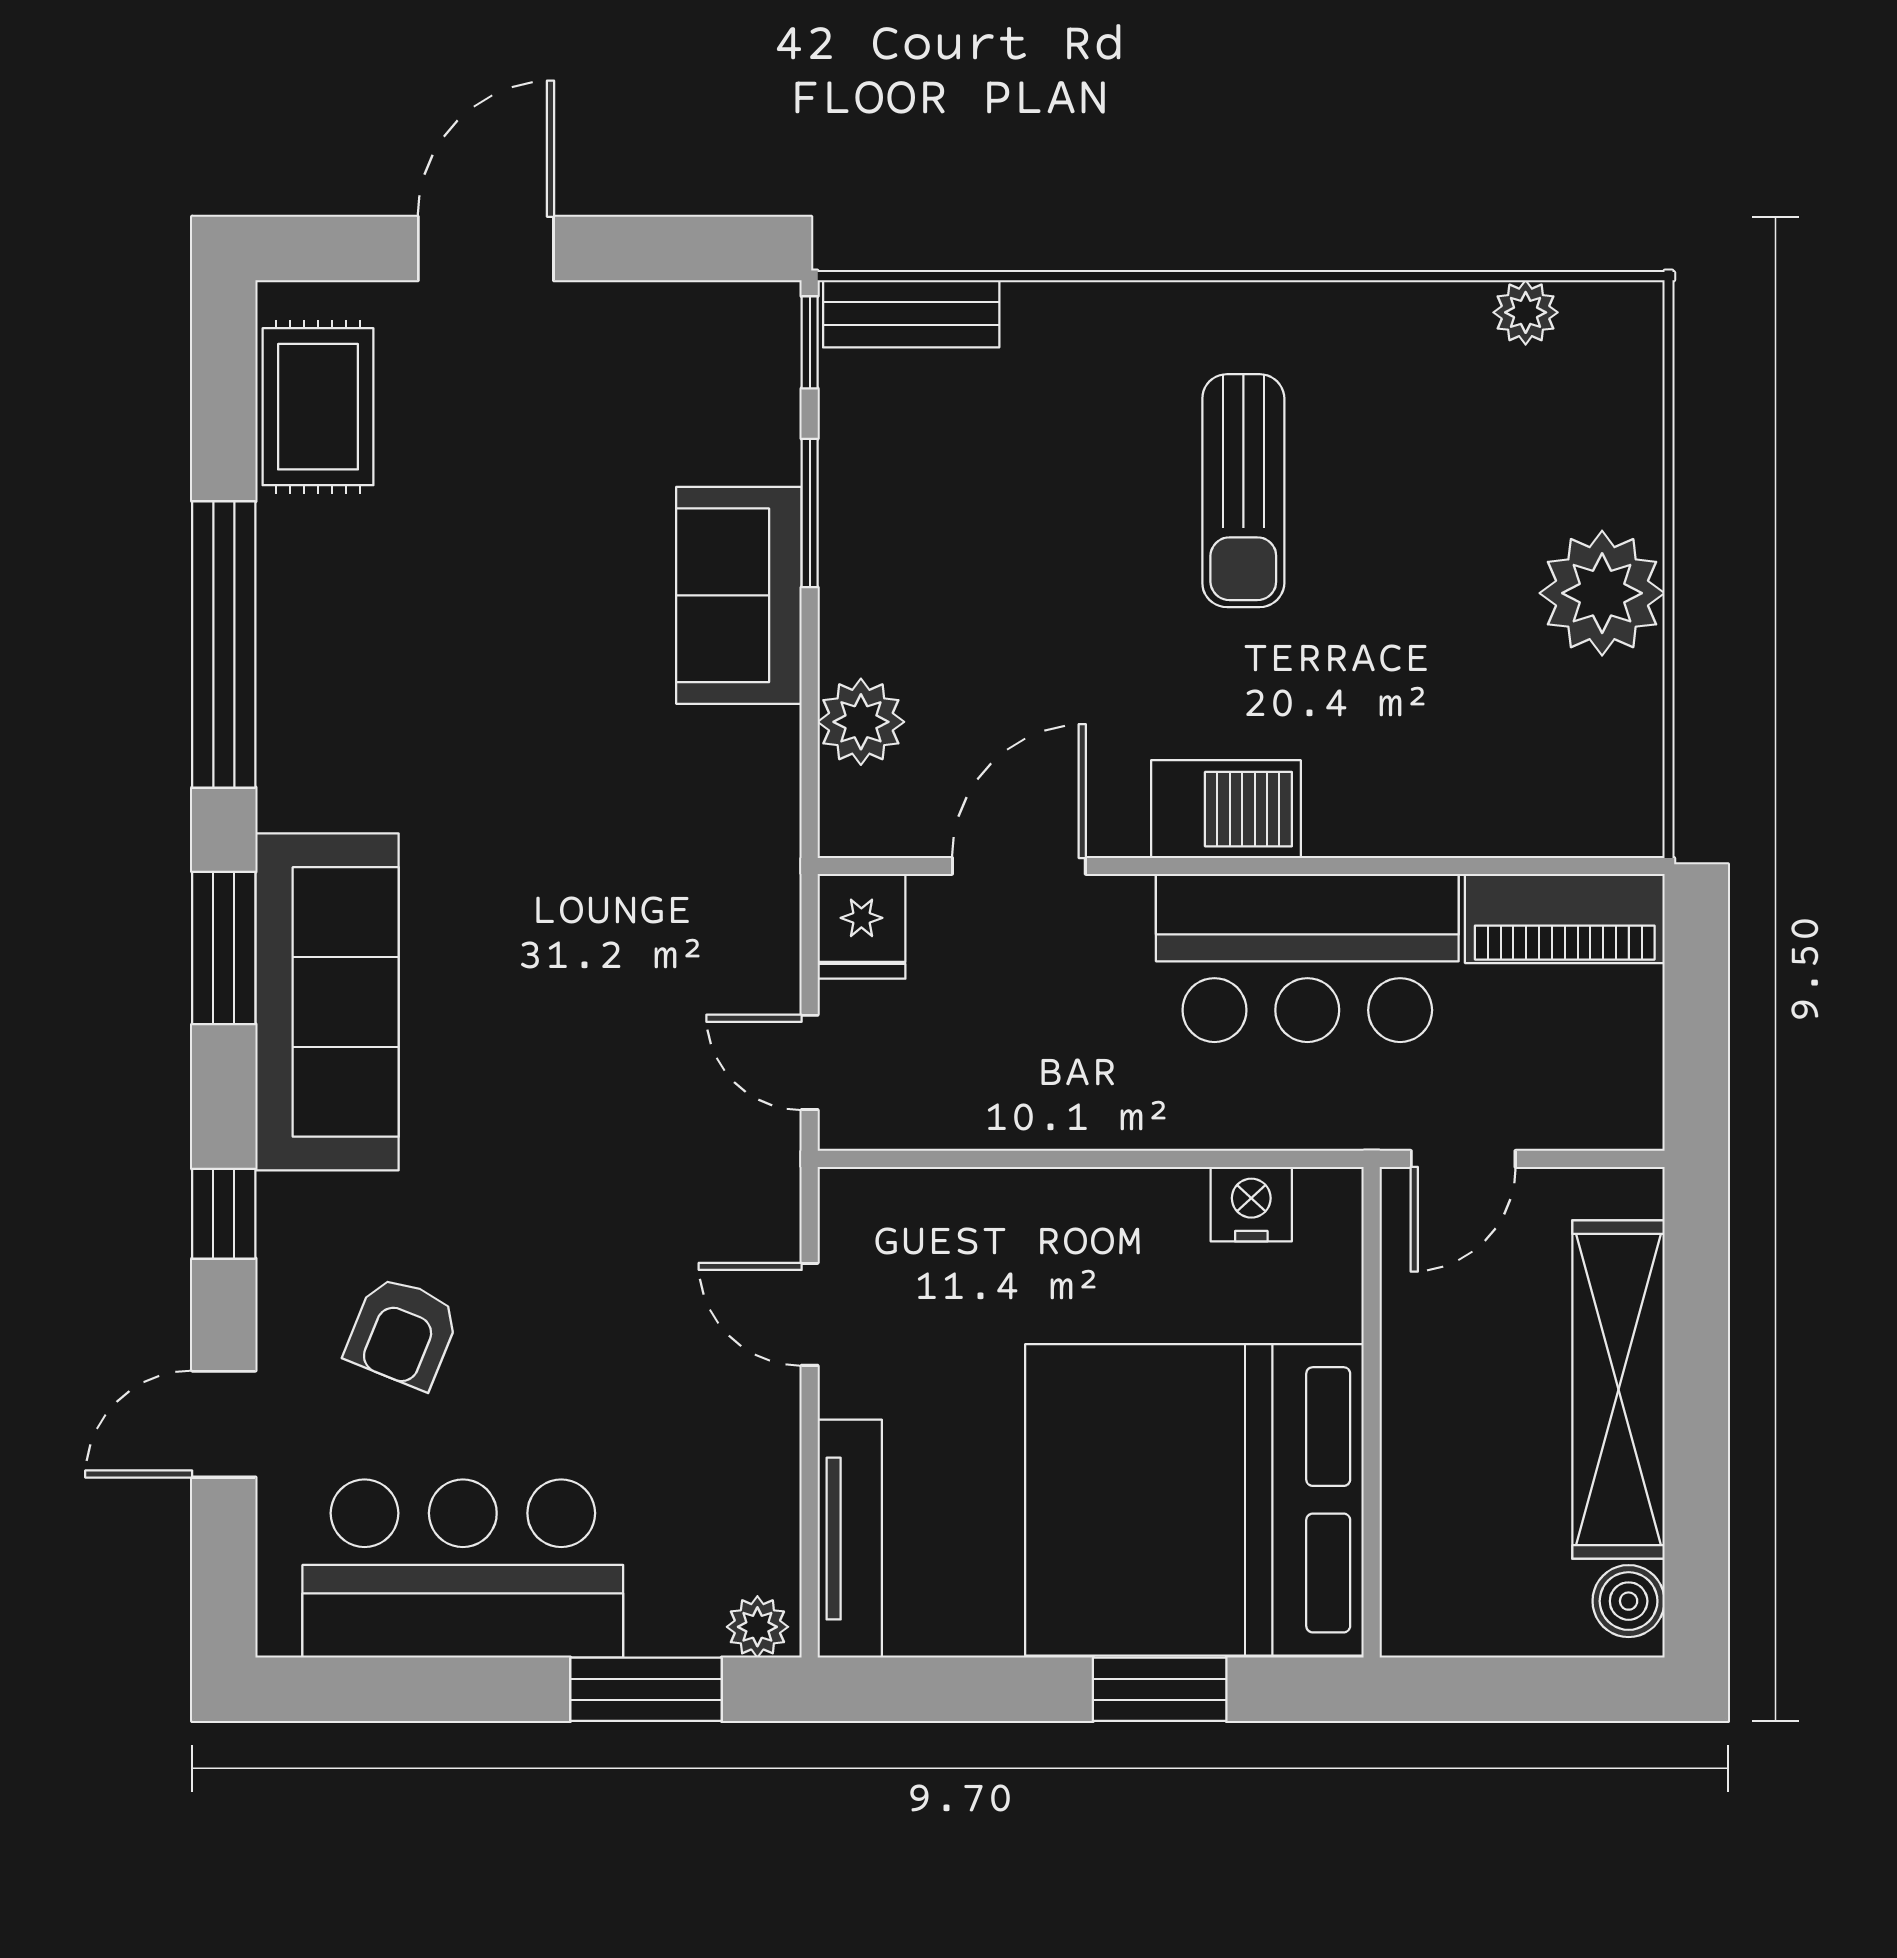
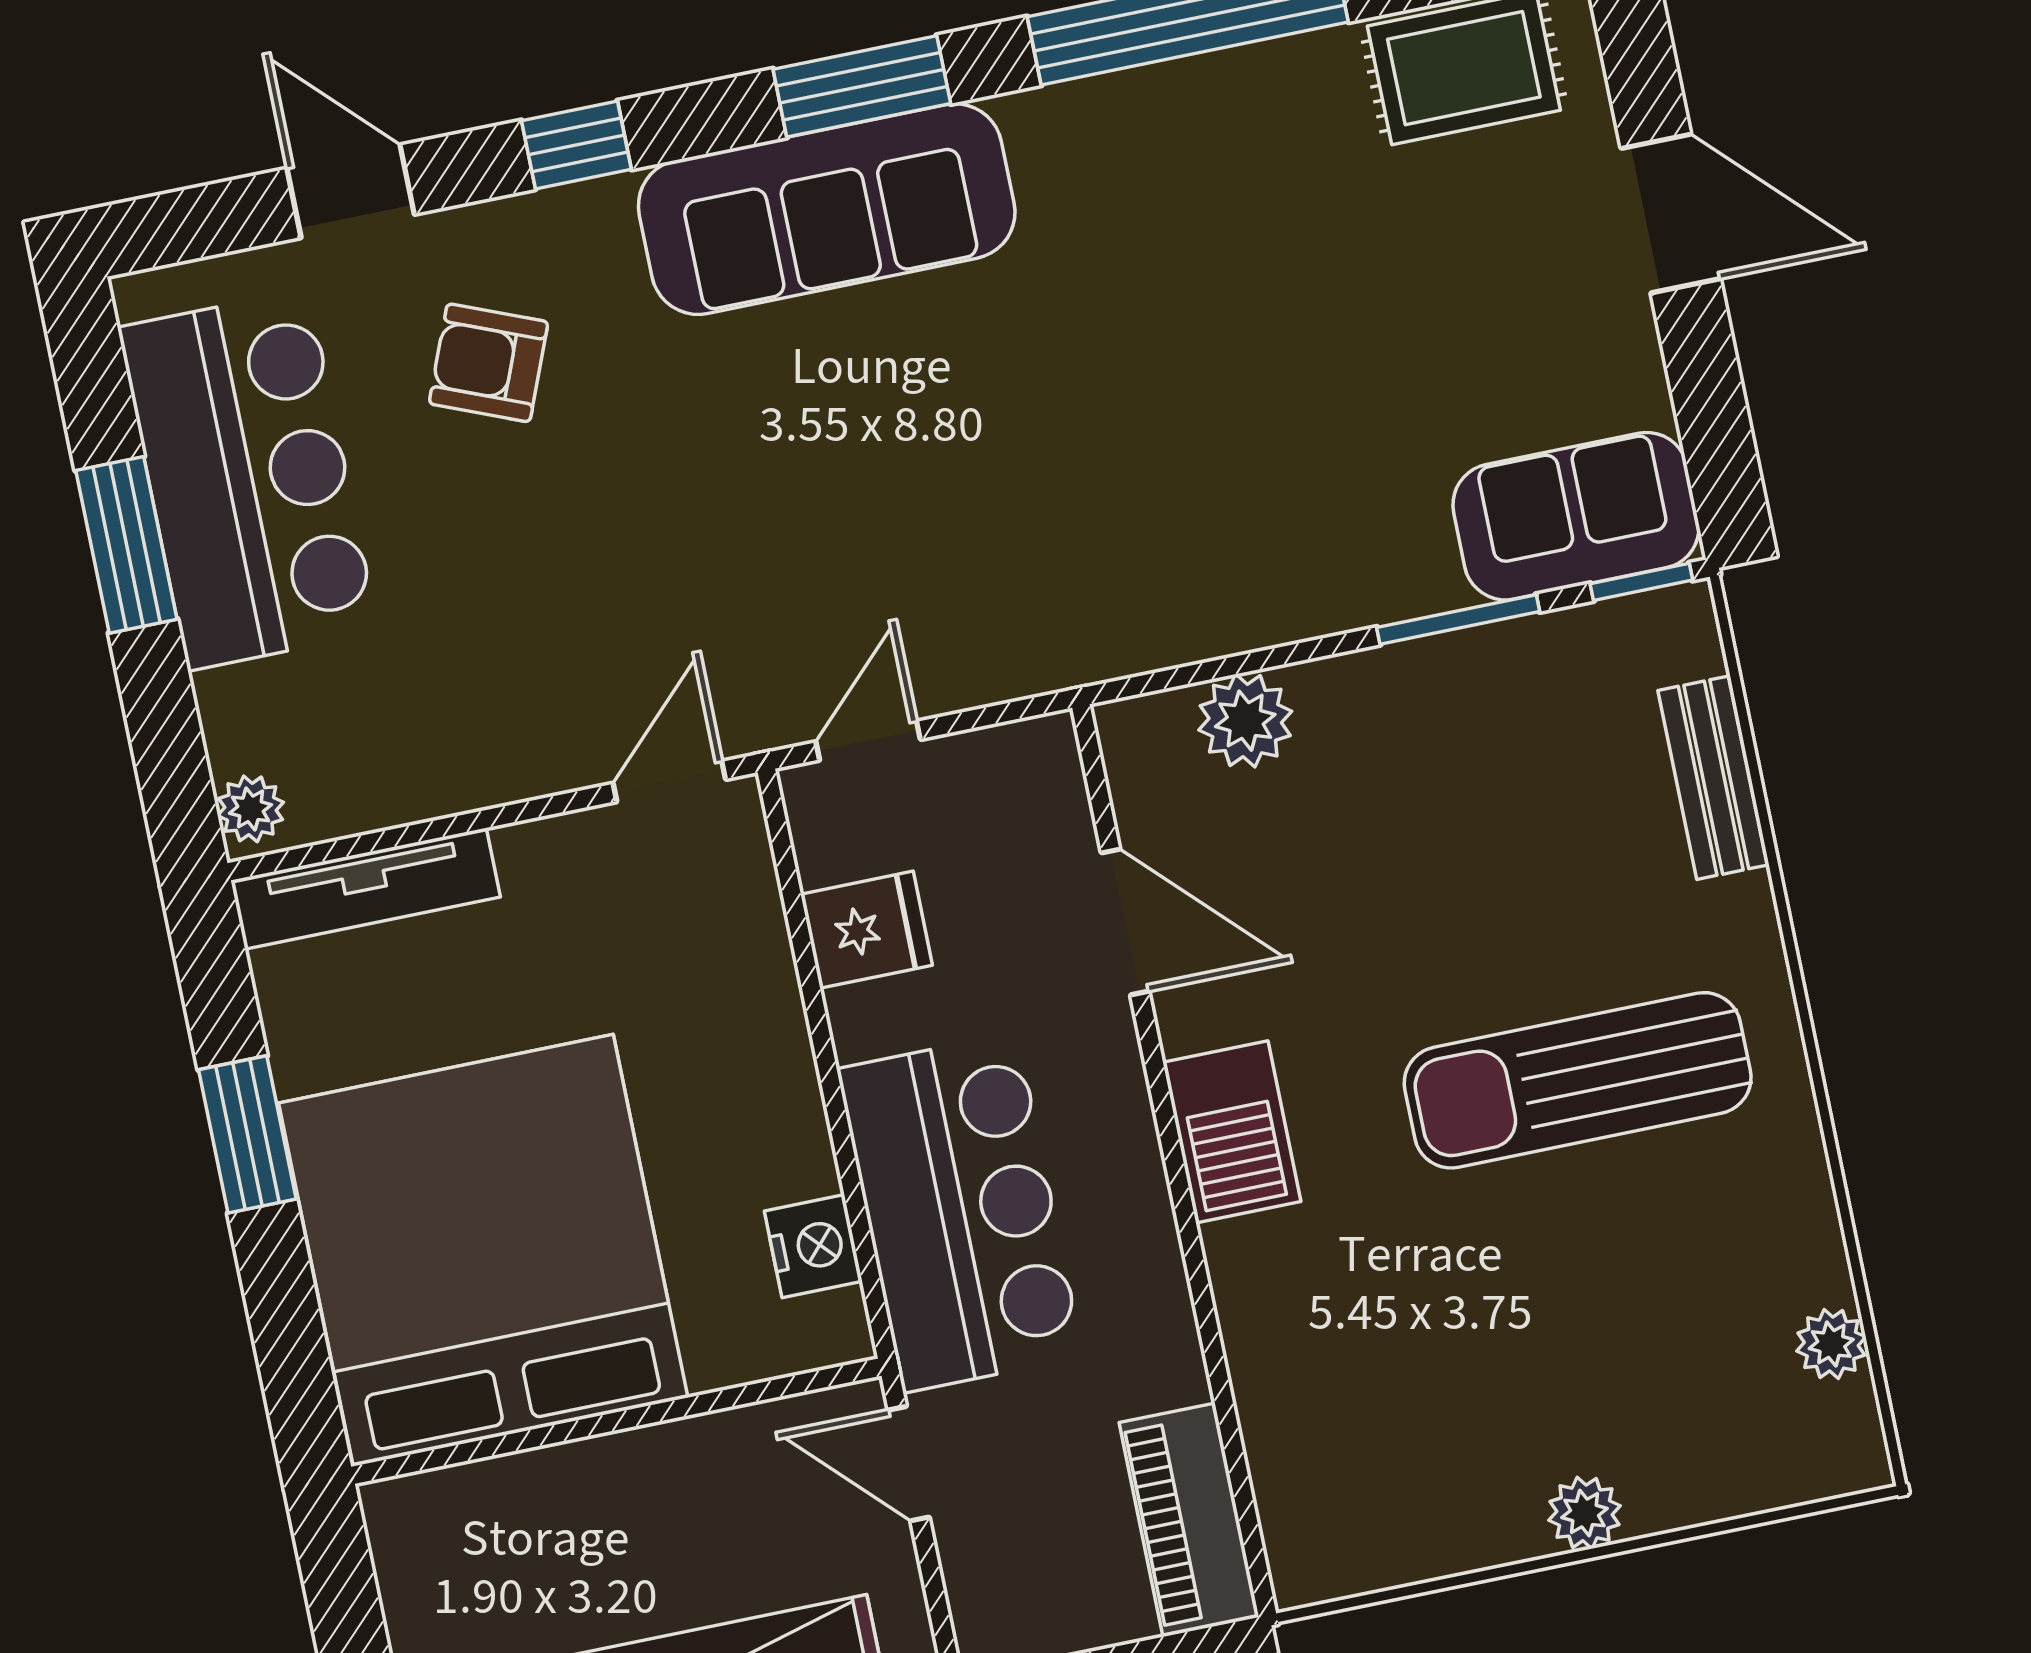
bench: (911, 314) -> (1713, 778), moved
sun lounger: (1243, 491) -> (1578, 1080), width x1.36, depth x1.34
plant: (1602, 593) -> (1584, 1513), width x0.53, depth x0.53
sofa: (739, 595) -> (1576, 516), moved
fridge: (861, 926) -> (866, 930), moved, turned 180
bar counter: (1307, 958) -> (960, 1213), moved, turned 180
door: (810, 1314) -> (669, 781), moved
window: (646, 1689) -> (126, 545), moved
window: (1160, 1689) -> (247, 1134), moved

